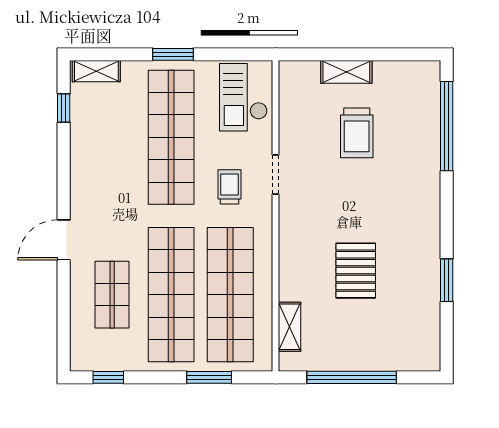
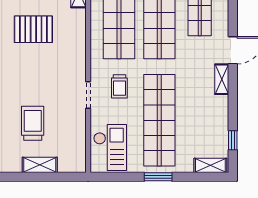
shelving: (80, 197) -> (222, 79), added
pallet: (356, 271) -> (33, 29), turned 90

